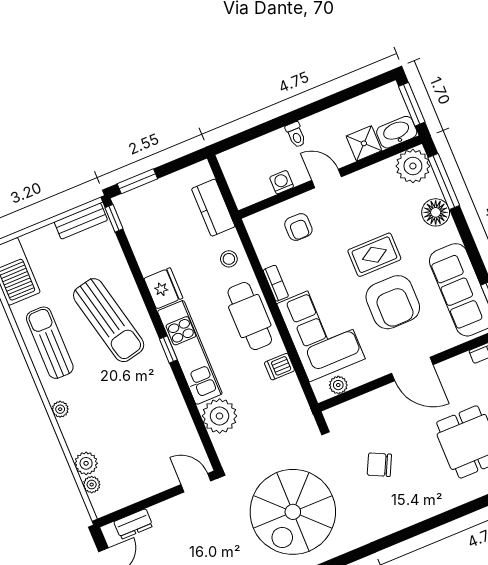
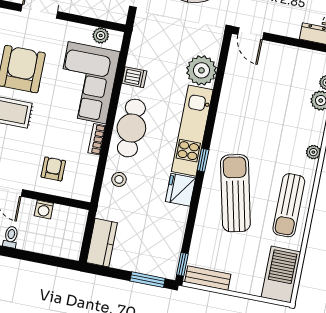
kitchen counter: (213, 208) -> (102, 243), moved
window: (168, 349) -> (203, 160), moved

